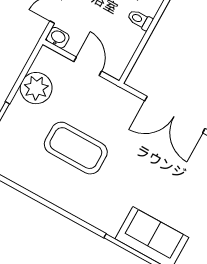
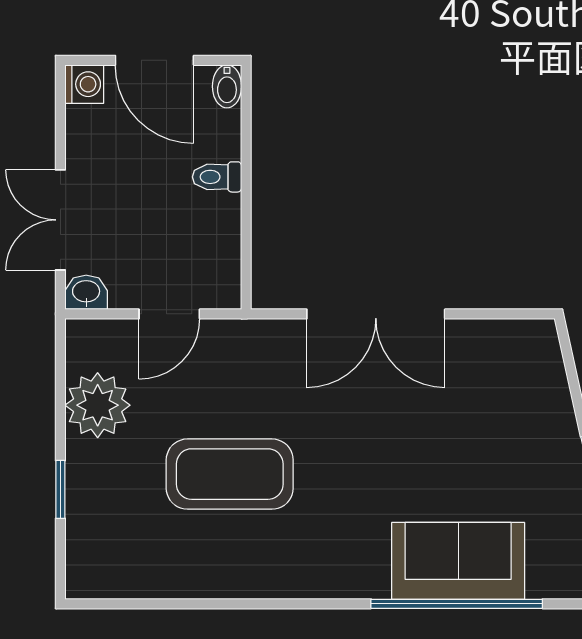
door: (88, 66) -> (169, 314), swing flipped

